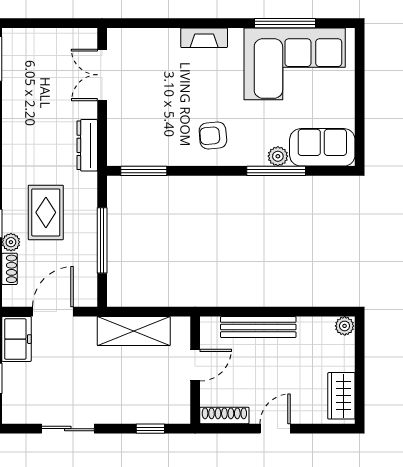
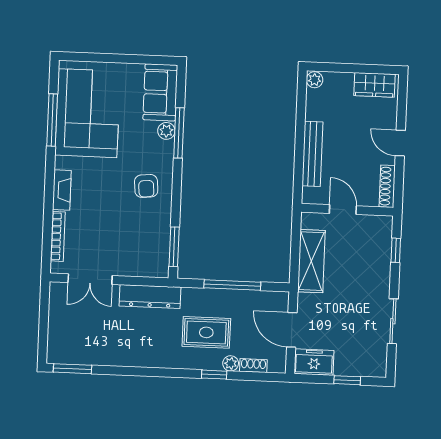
bookcase: (150, 35) -> (58, 236), added
dresser: (87, 145) -> (150, 297), width x1.37, depth x1.24

